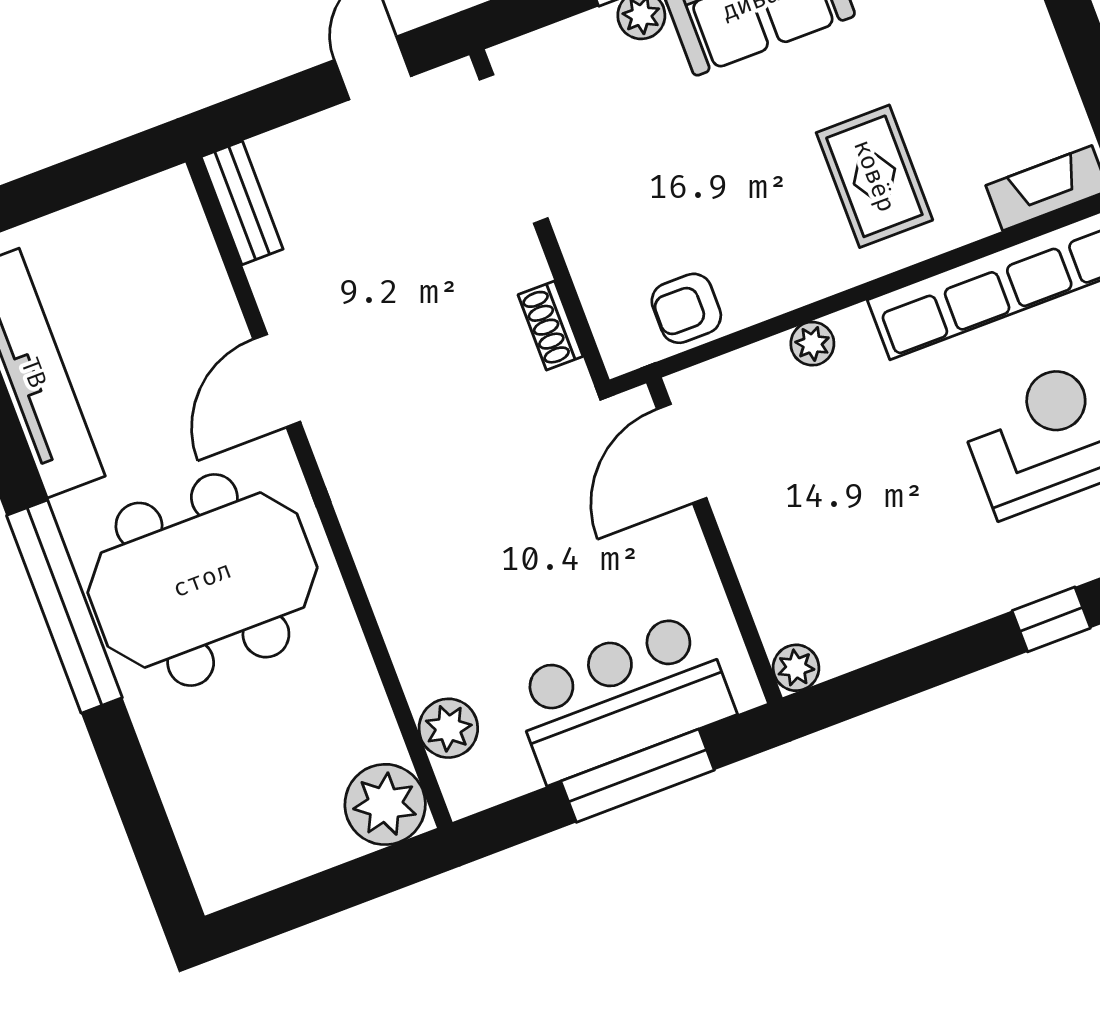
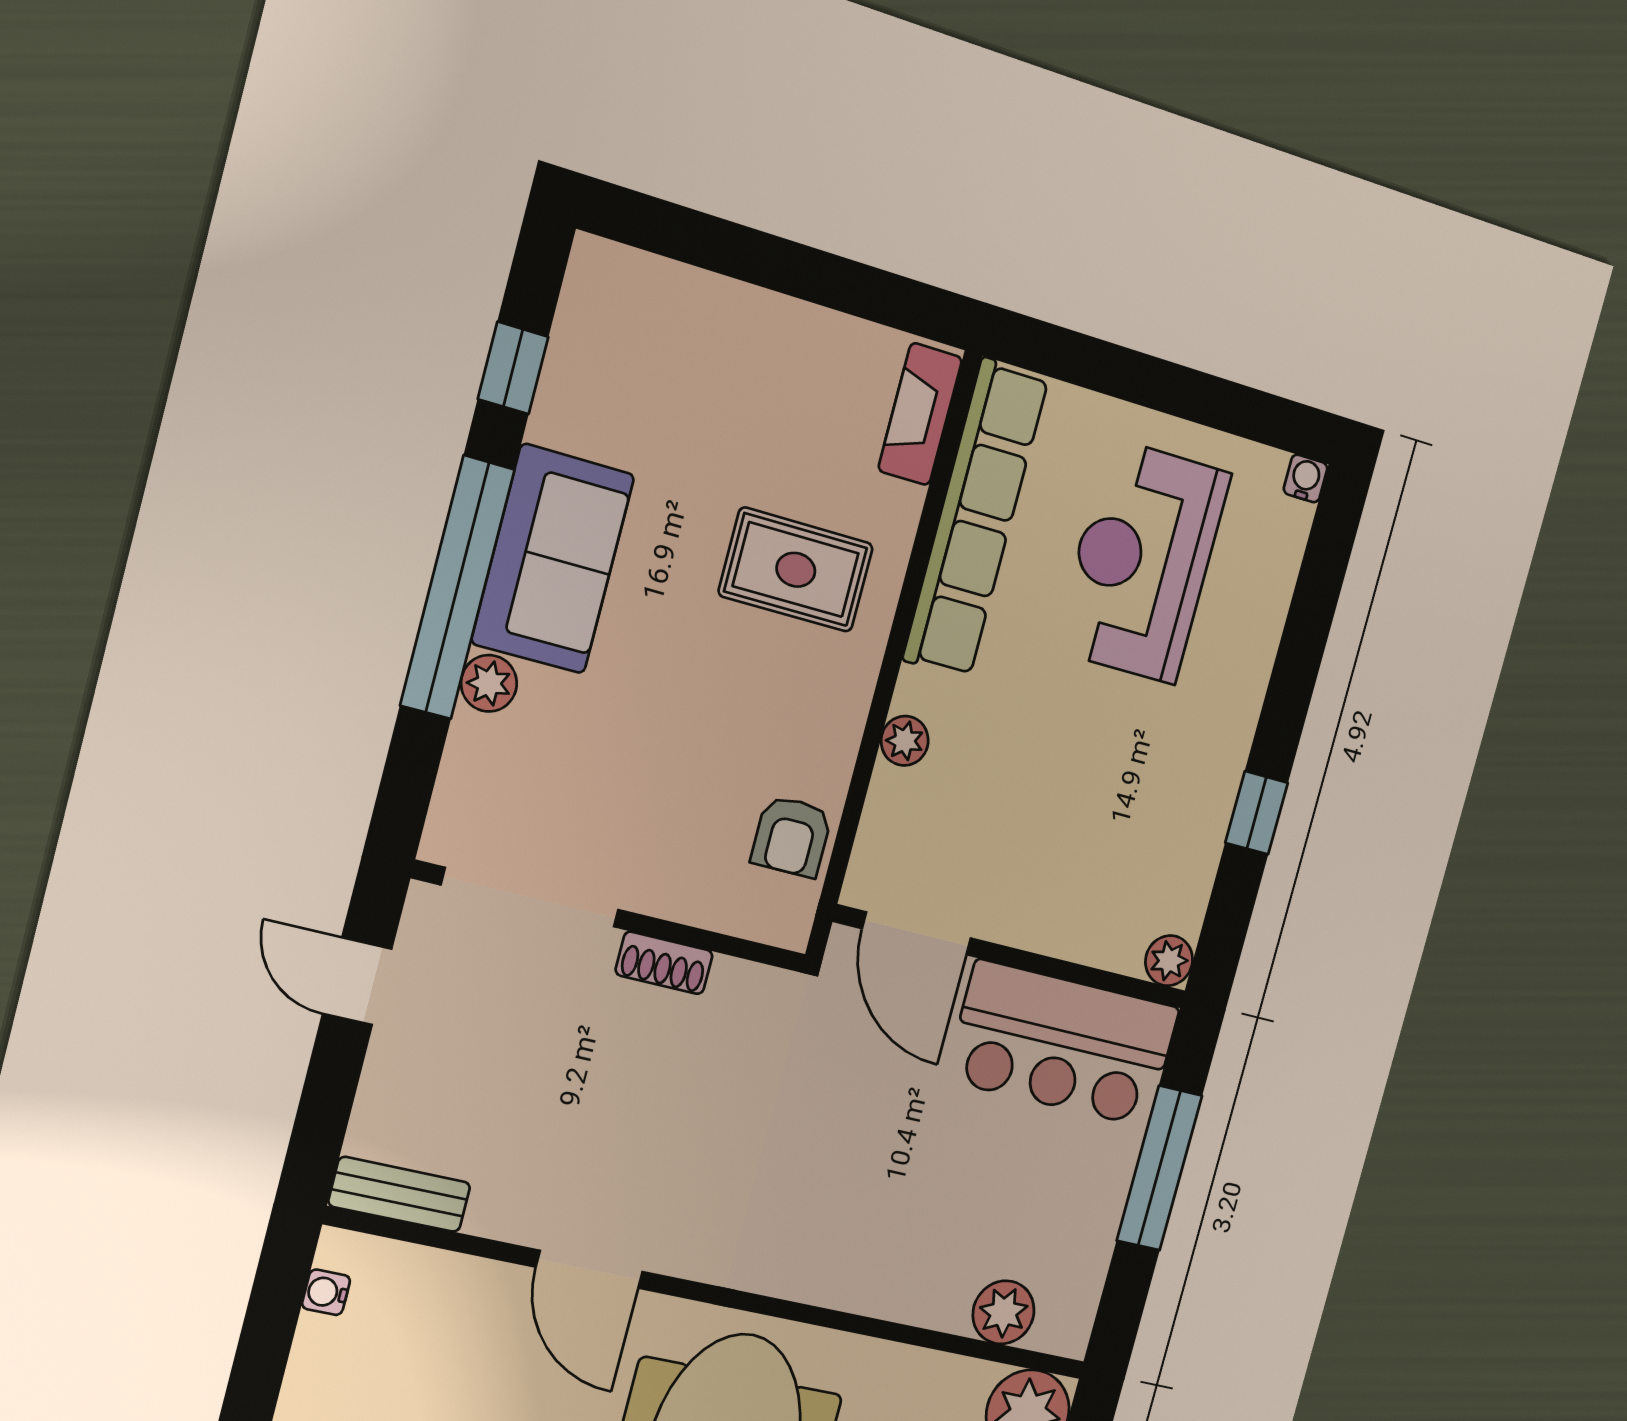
water cooler: (139, 199) -> (326, 1292), added
shoe rack: (550, 326) -> (664, 963), moved
window: (1051, 619) -> (1257, 813), moved
bar counter: (622, 697) -> (1063, 1044), moved, turned -90

